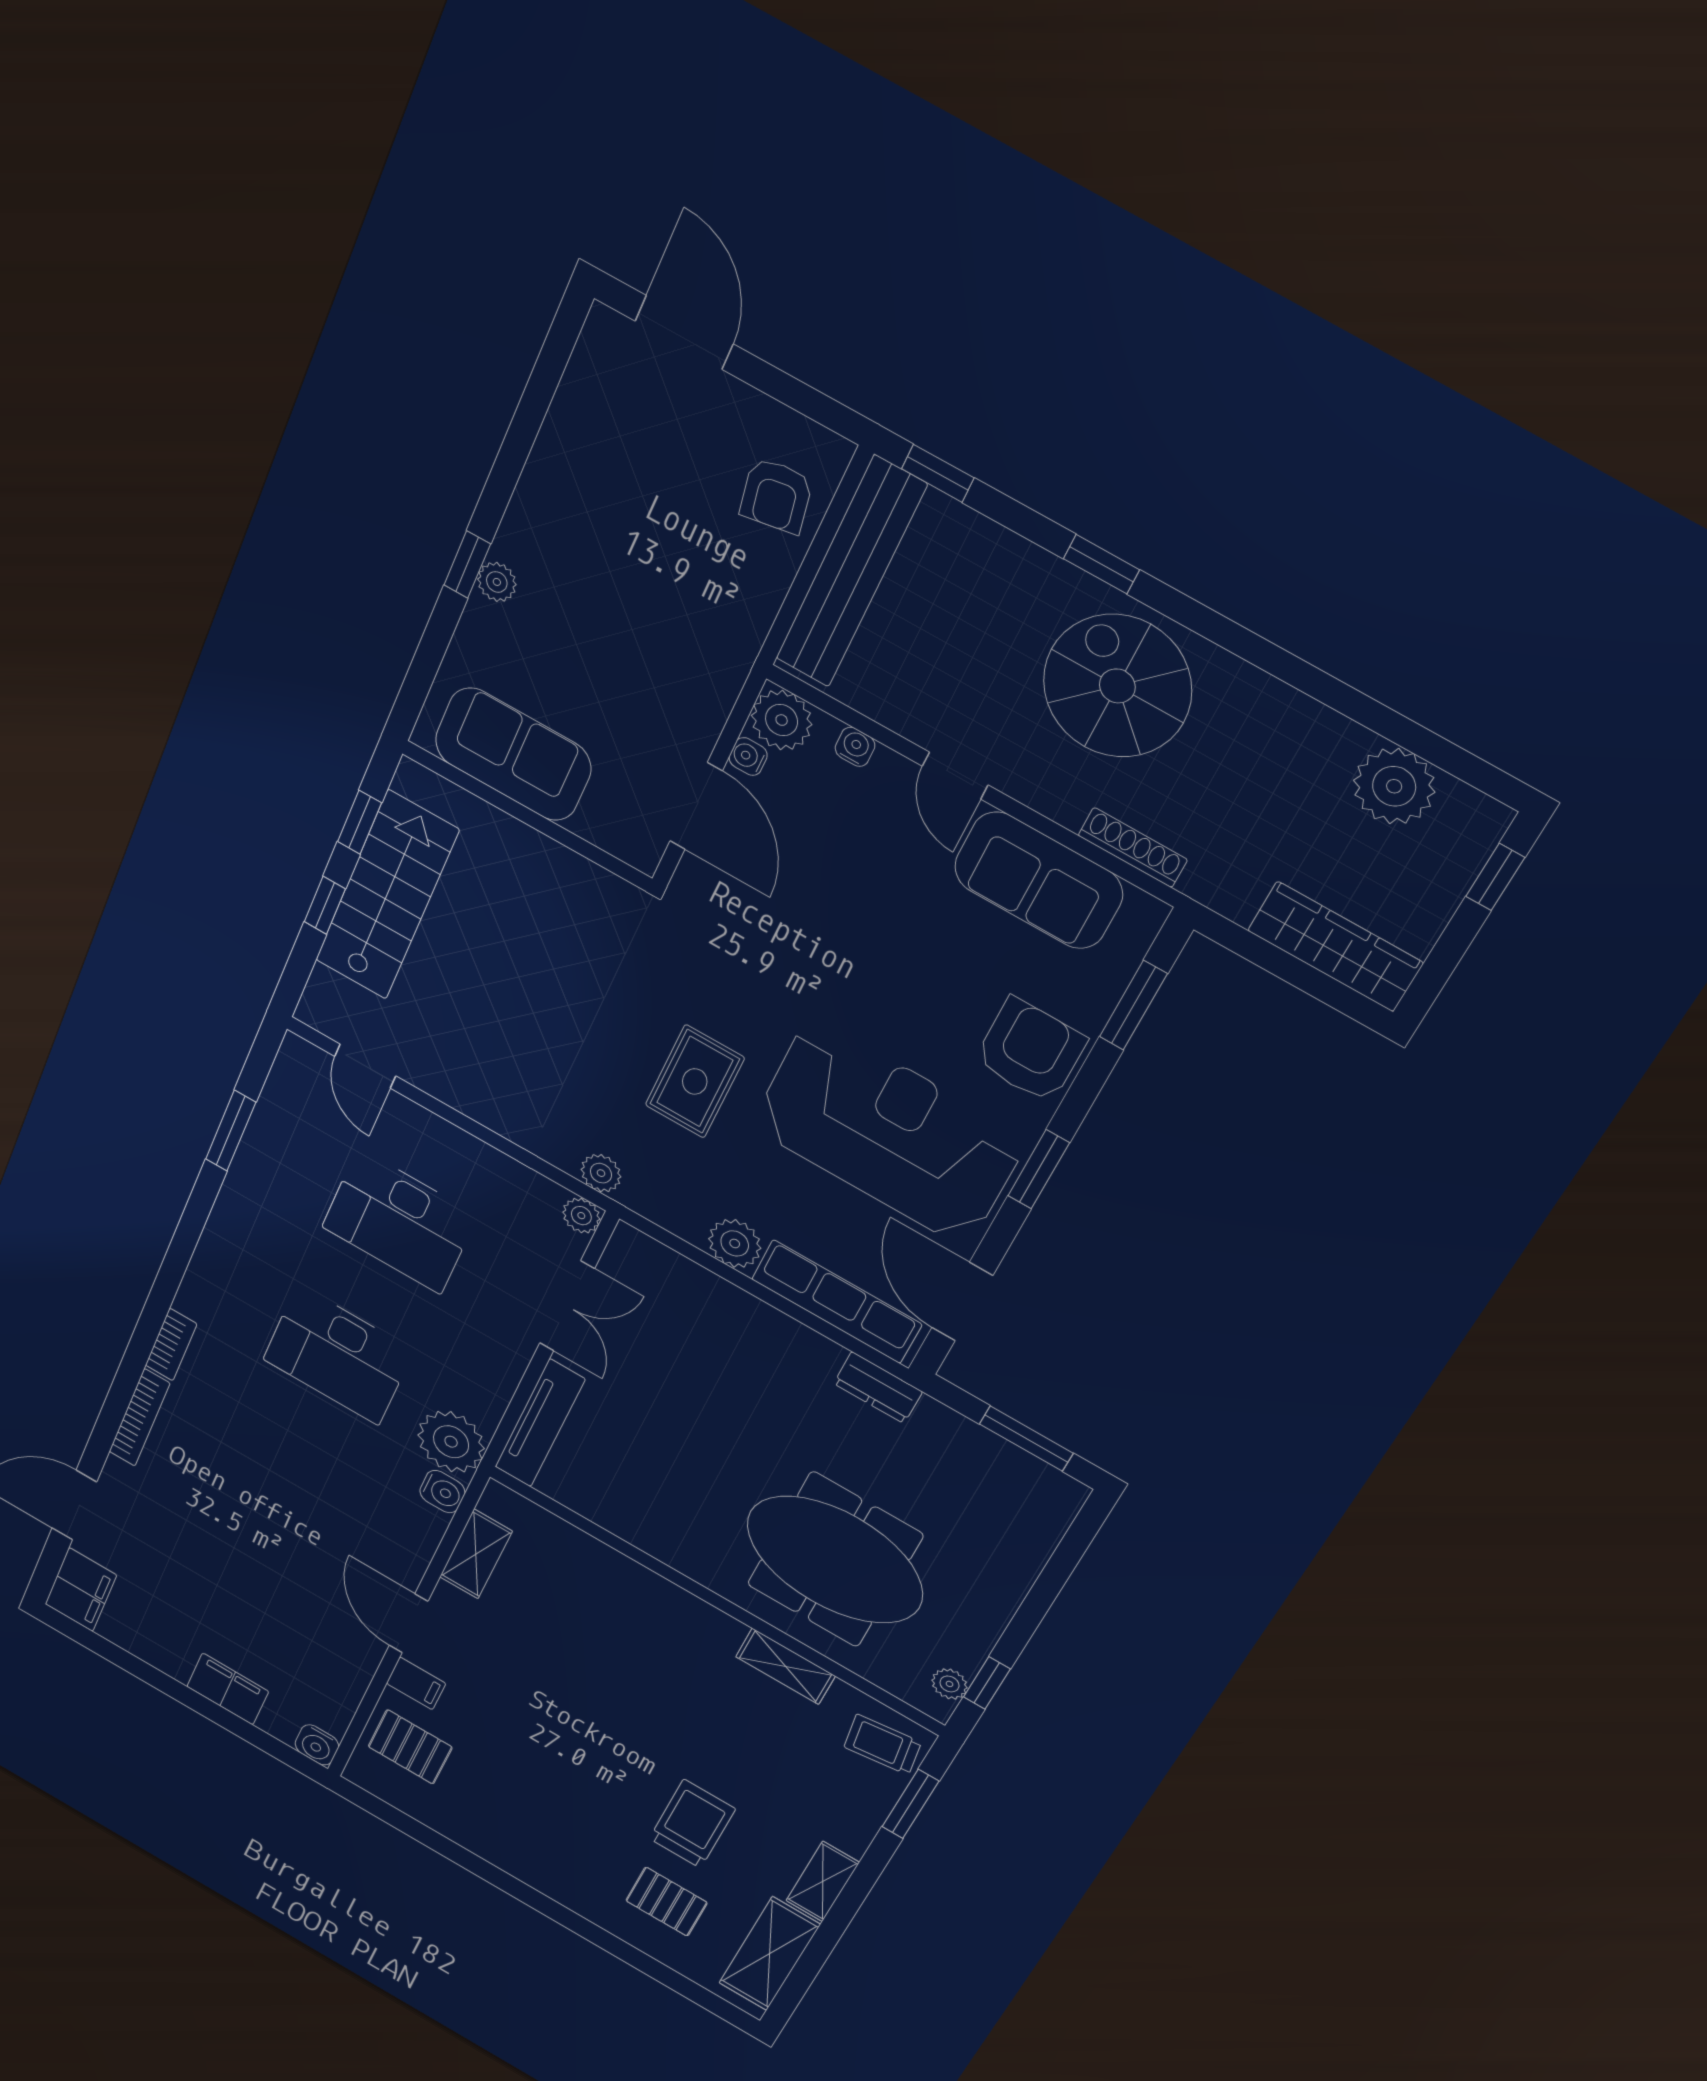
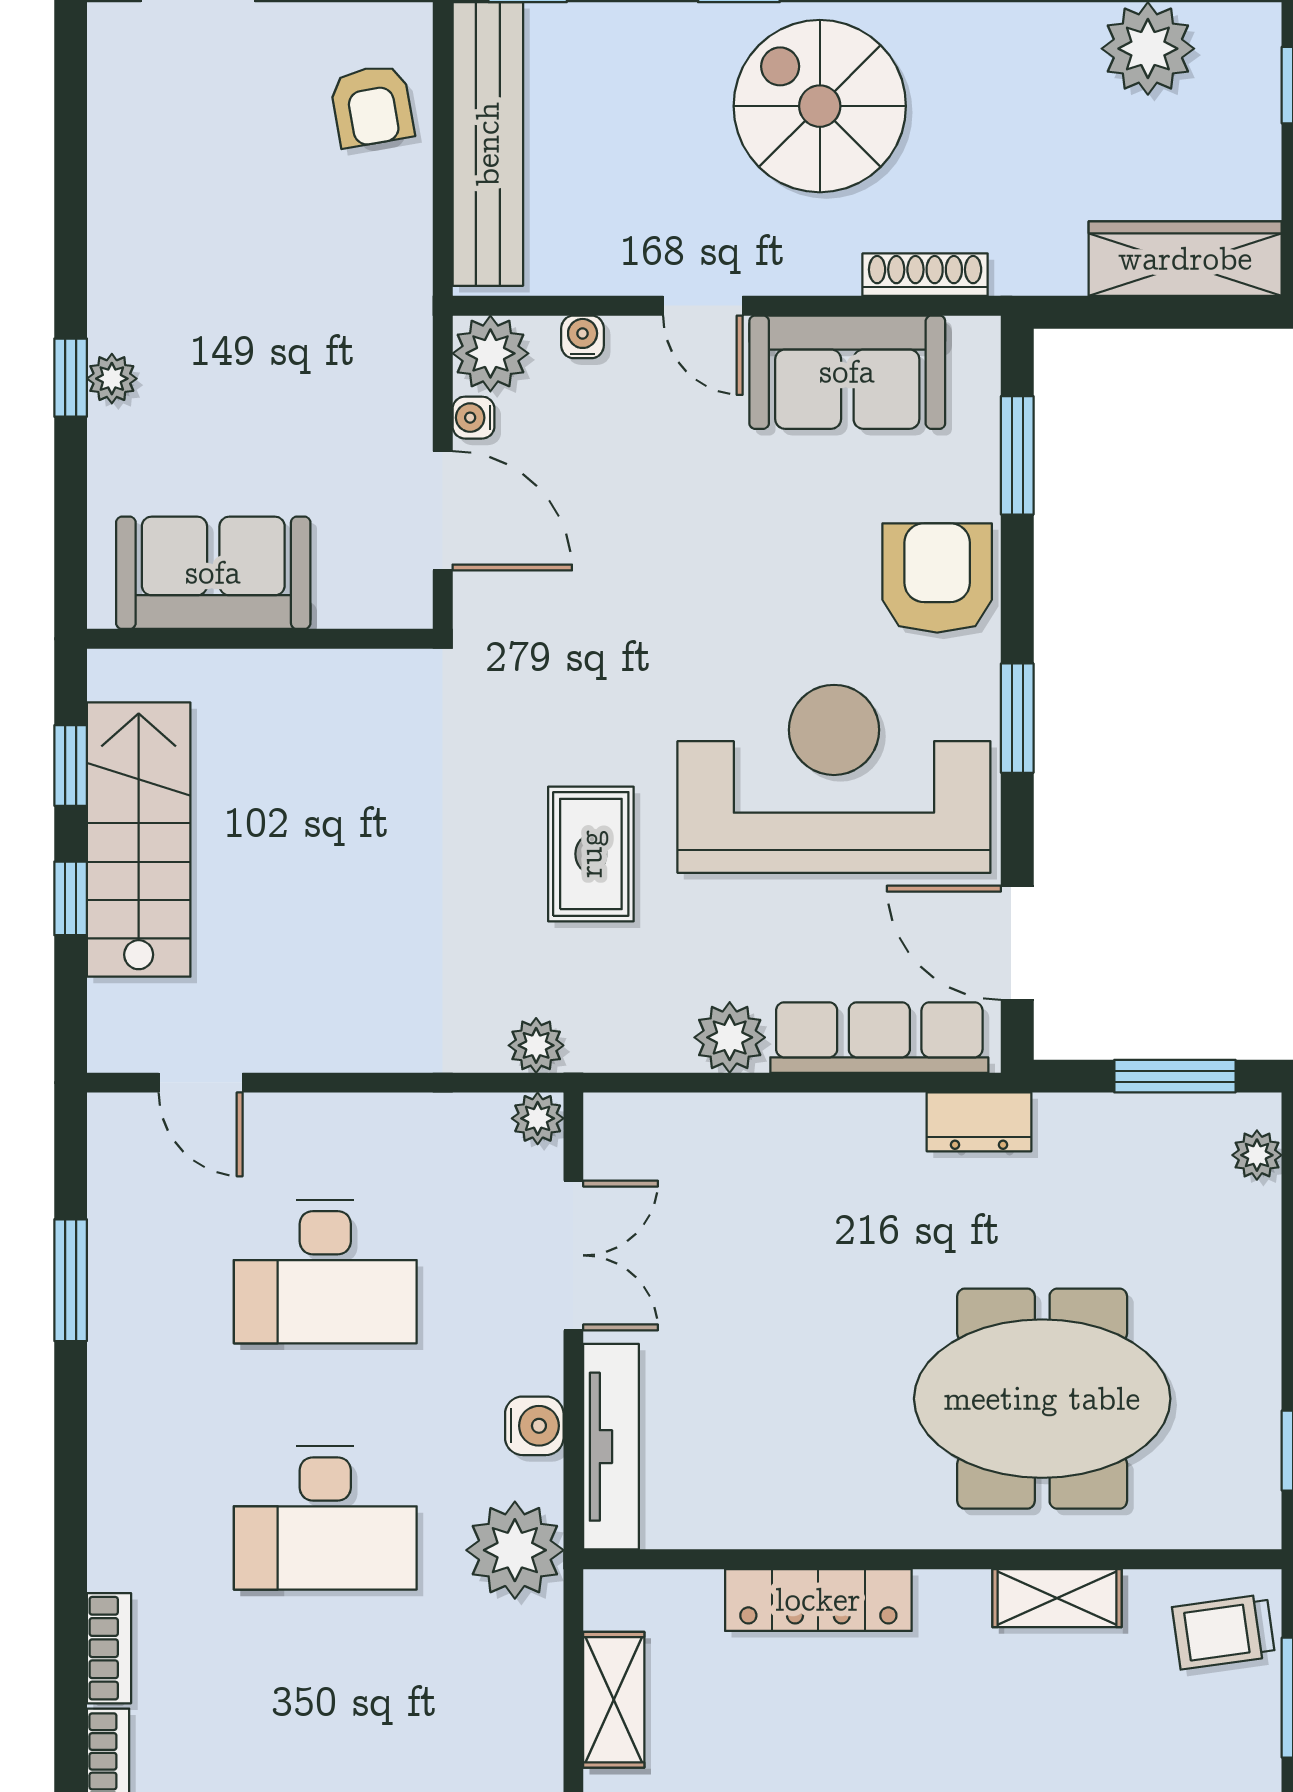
water cooler: (442, 1492) -> (534, 1426), moved
locker: (632, 1579) -> (818, 1600), added
plant: (950, 1684) -> (1257, 1155), moved

